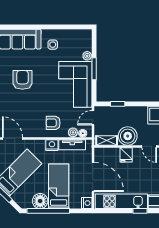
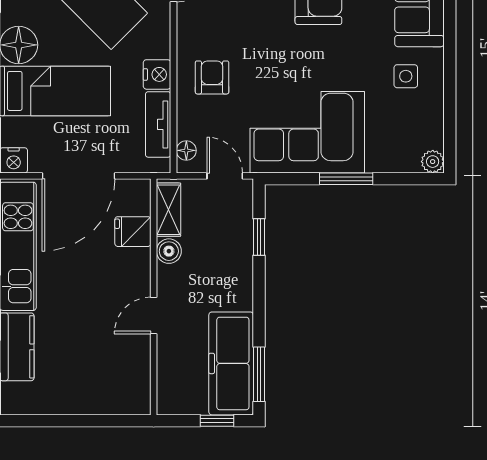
plant: (87, 56) -> (433, 162), moved
plant: (73, 132) -> (188, 126), removed
boiler: (128, 136) -> (169, 251), width x0.54, depth x0.54
fridge: (126, 155) -> (133, 232), moved

